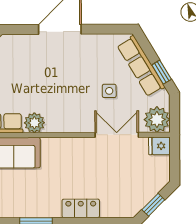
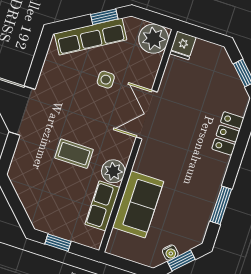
coffee table: (38, 85) -> (74, 154), added
double door: (117, 135) -> (147, 115), moved
locker: (81, 208) -> (228, 133), moved

